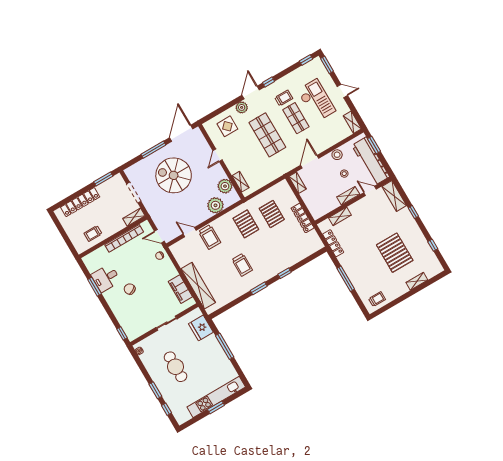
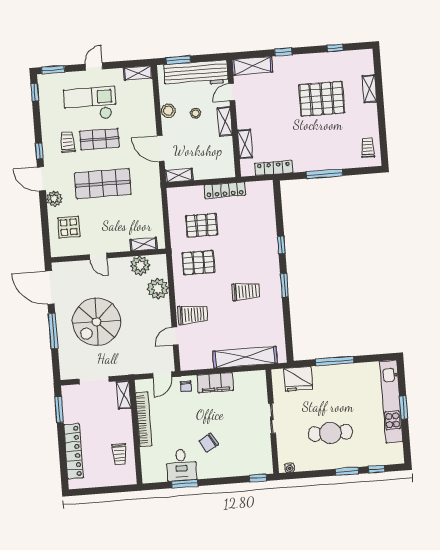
filing cabinet: (180, 289) -> (215, 383), moved

